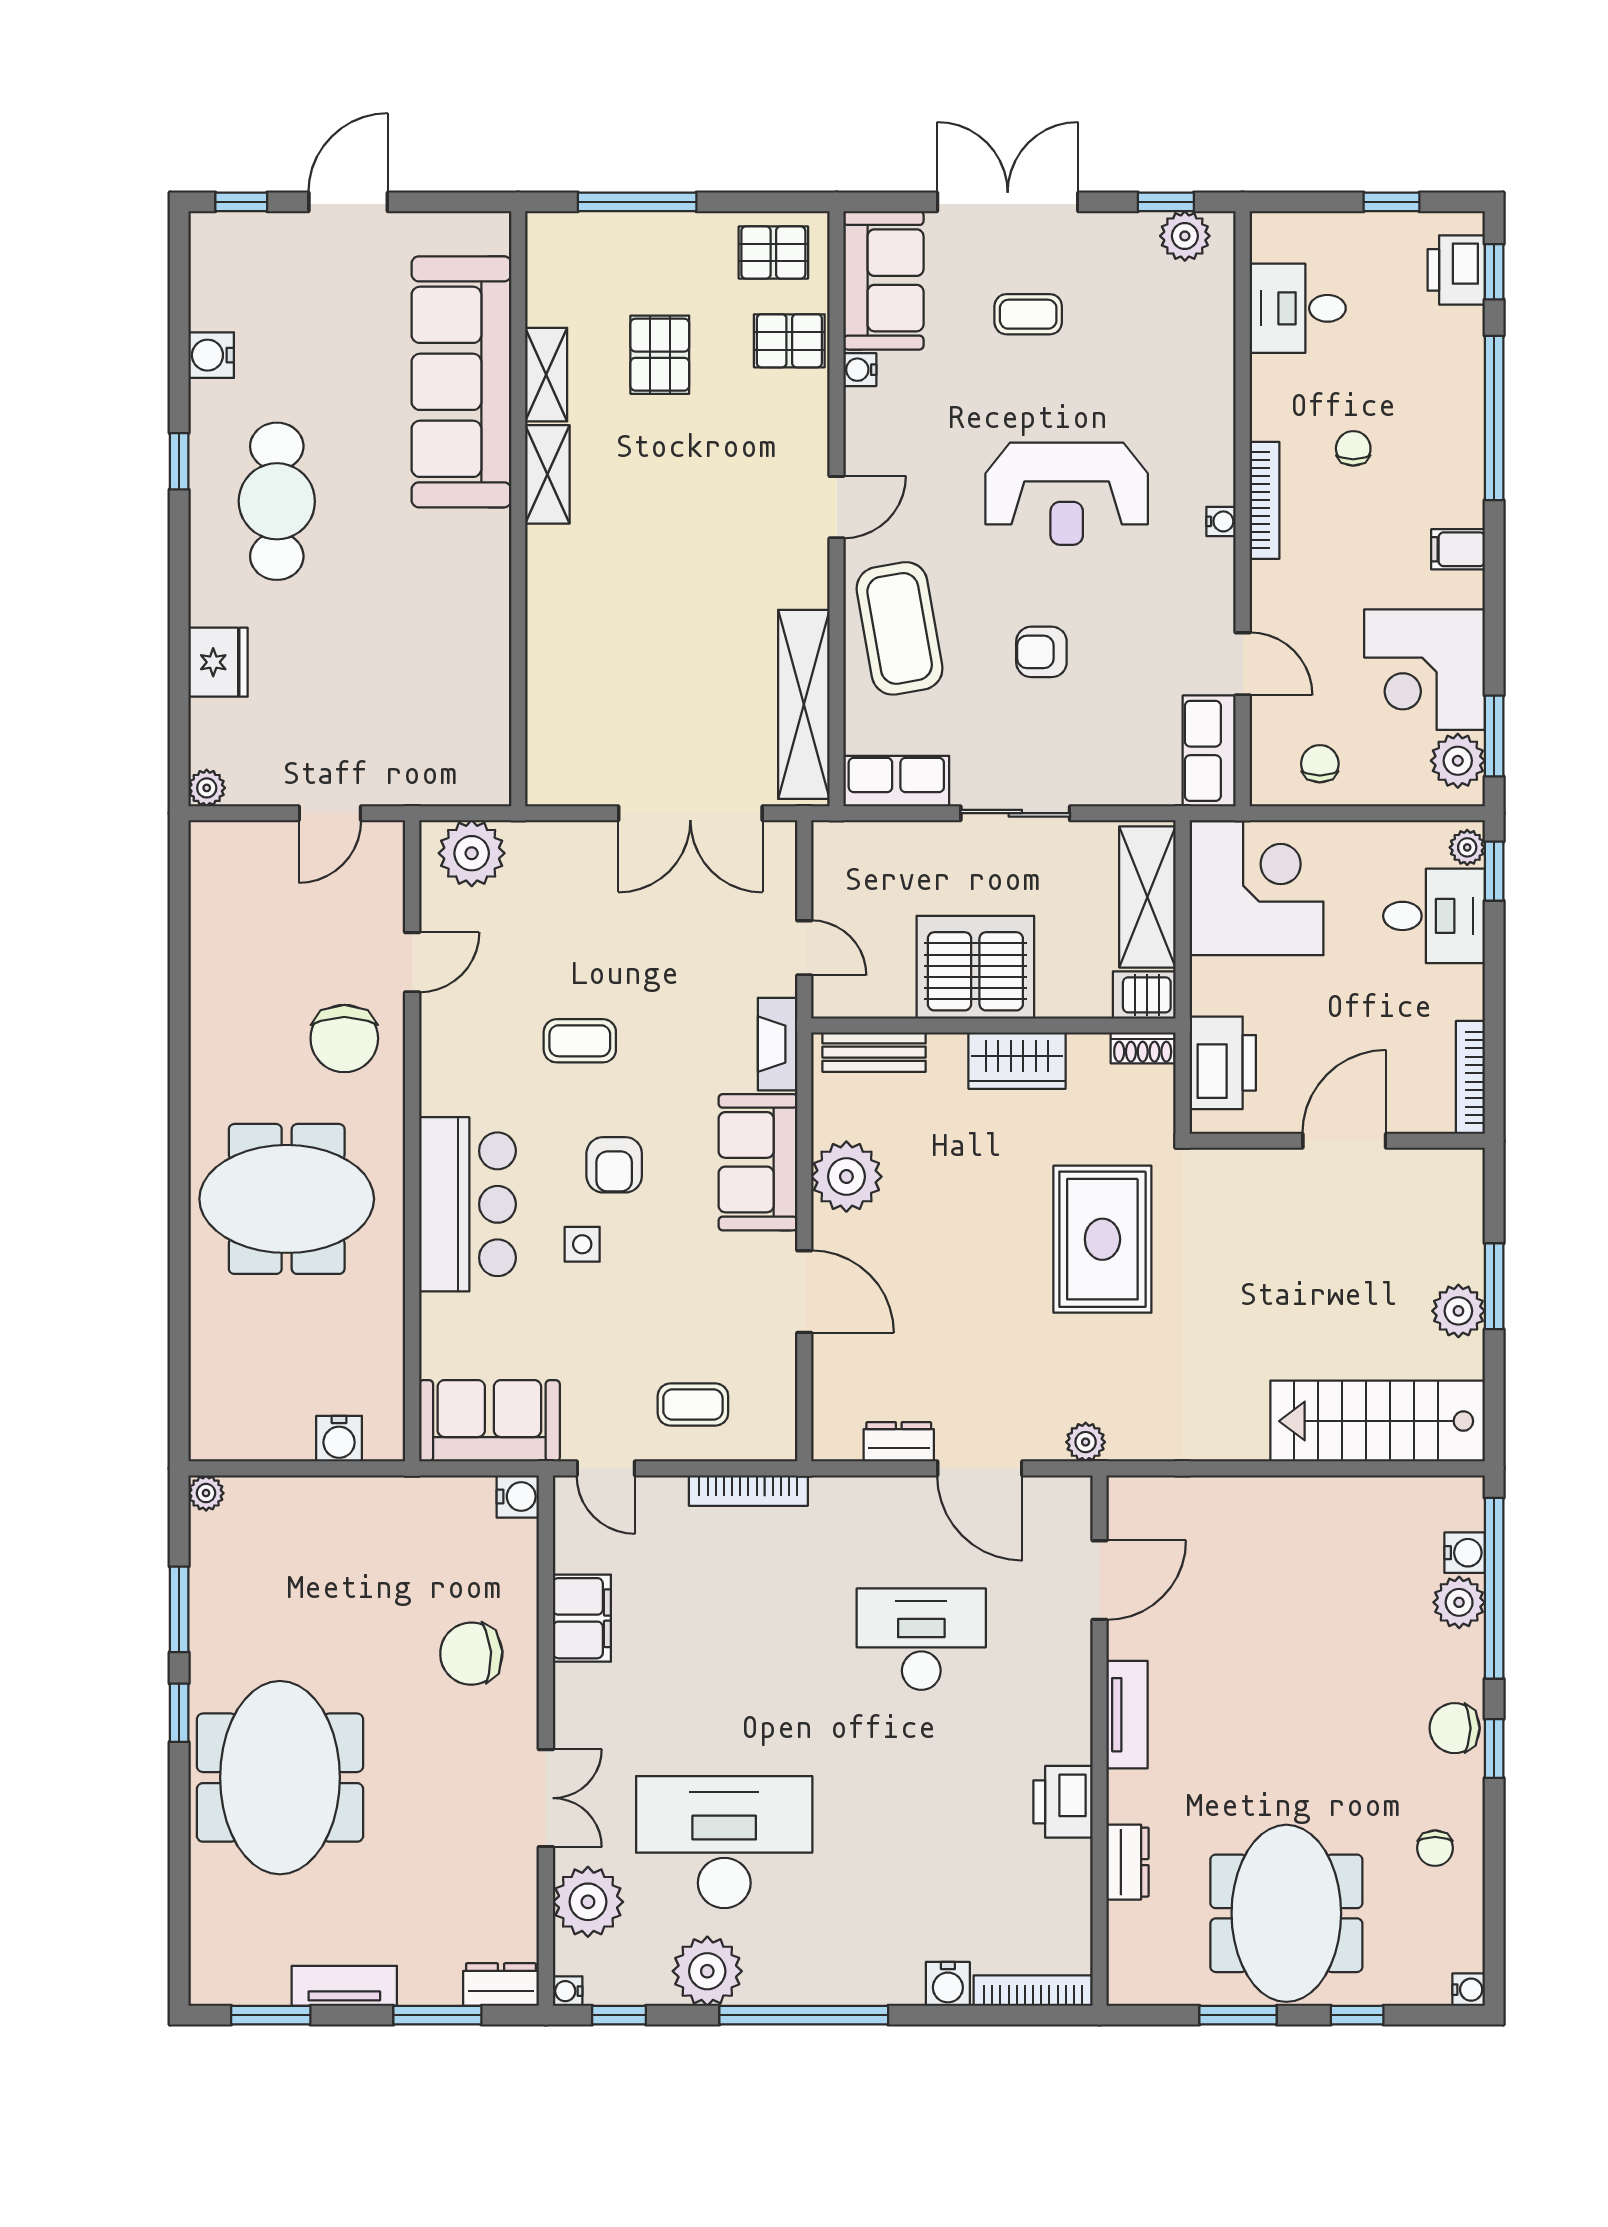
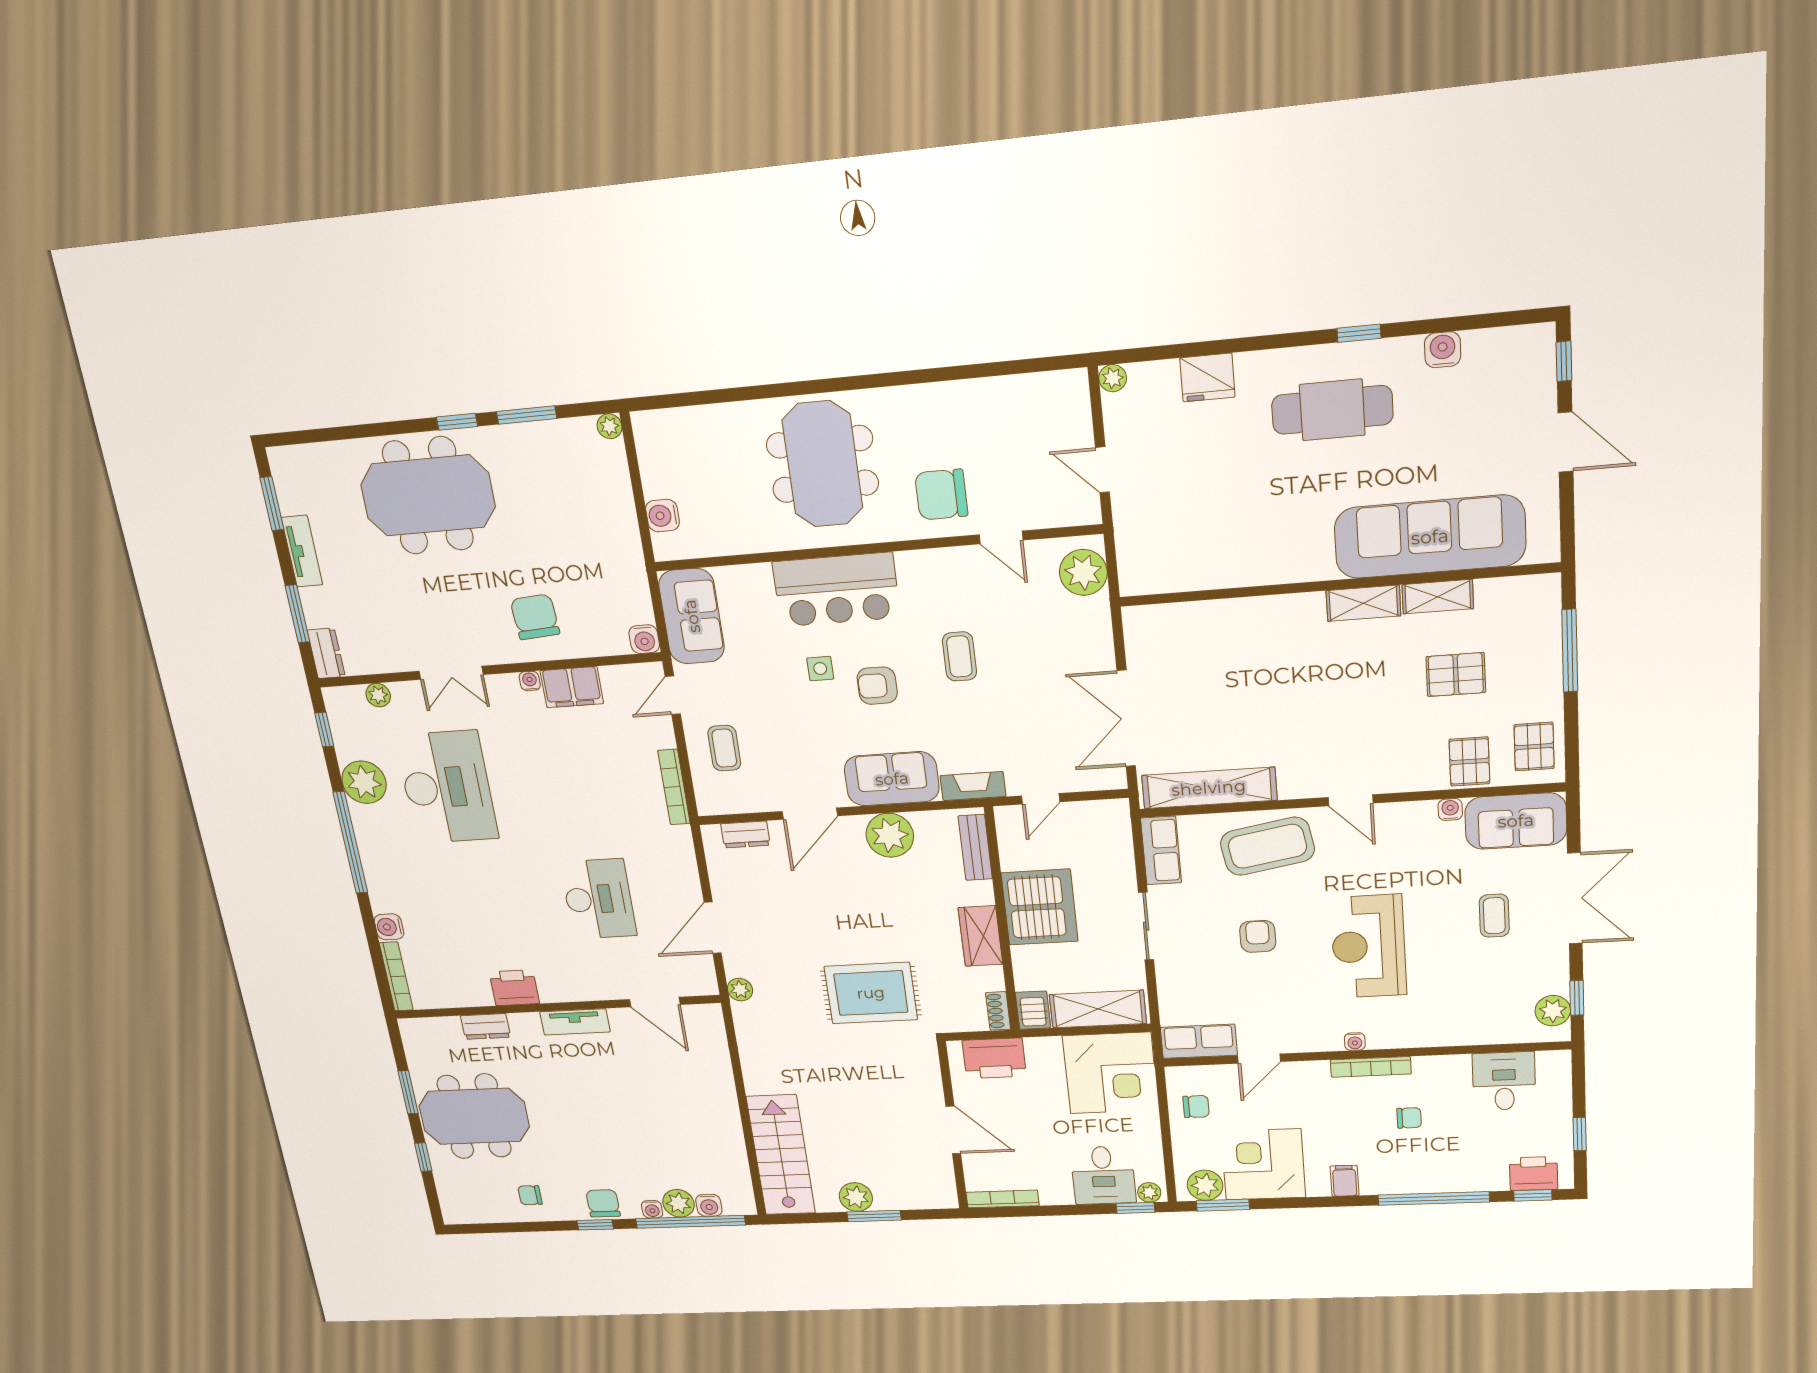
dresser: (899, 1442) -> (745, 834), moved, turned 90
plant: (588, 1902) -> (378, 695), width x0.53, depth x0.53
water cooler: (1469, 1990) -> (652, 1209), moved
water cooler: (568, 1991) -> (530, 681), moved

